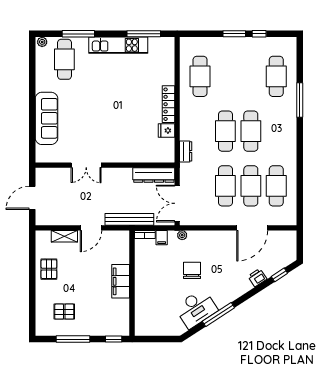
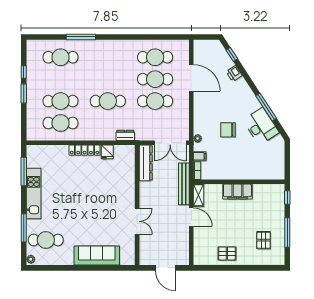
cafe table: (251, 131) -> (61, 101), moved
shelving: (64, 236) -> (199, 195), moved

